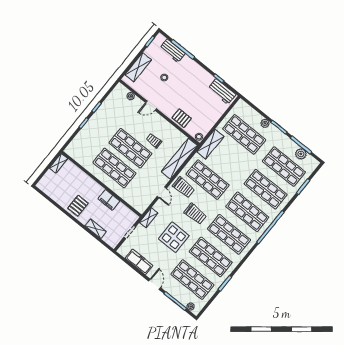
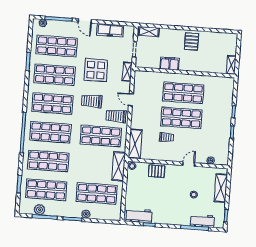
shelving: (179, 159) -> (135, 144), width x0.68
shelving: (96, 229) -> (149, 32), moved

